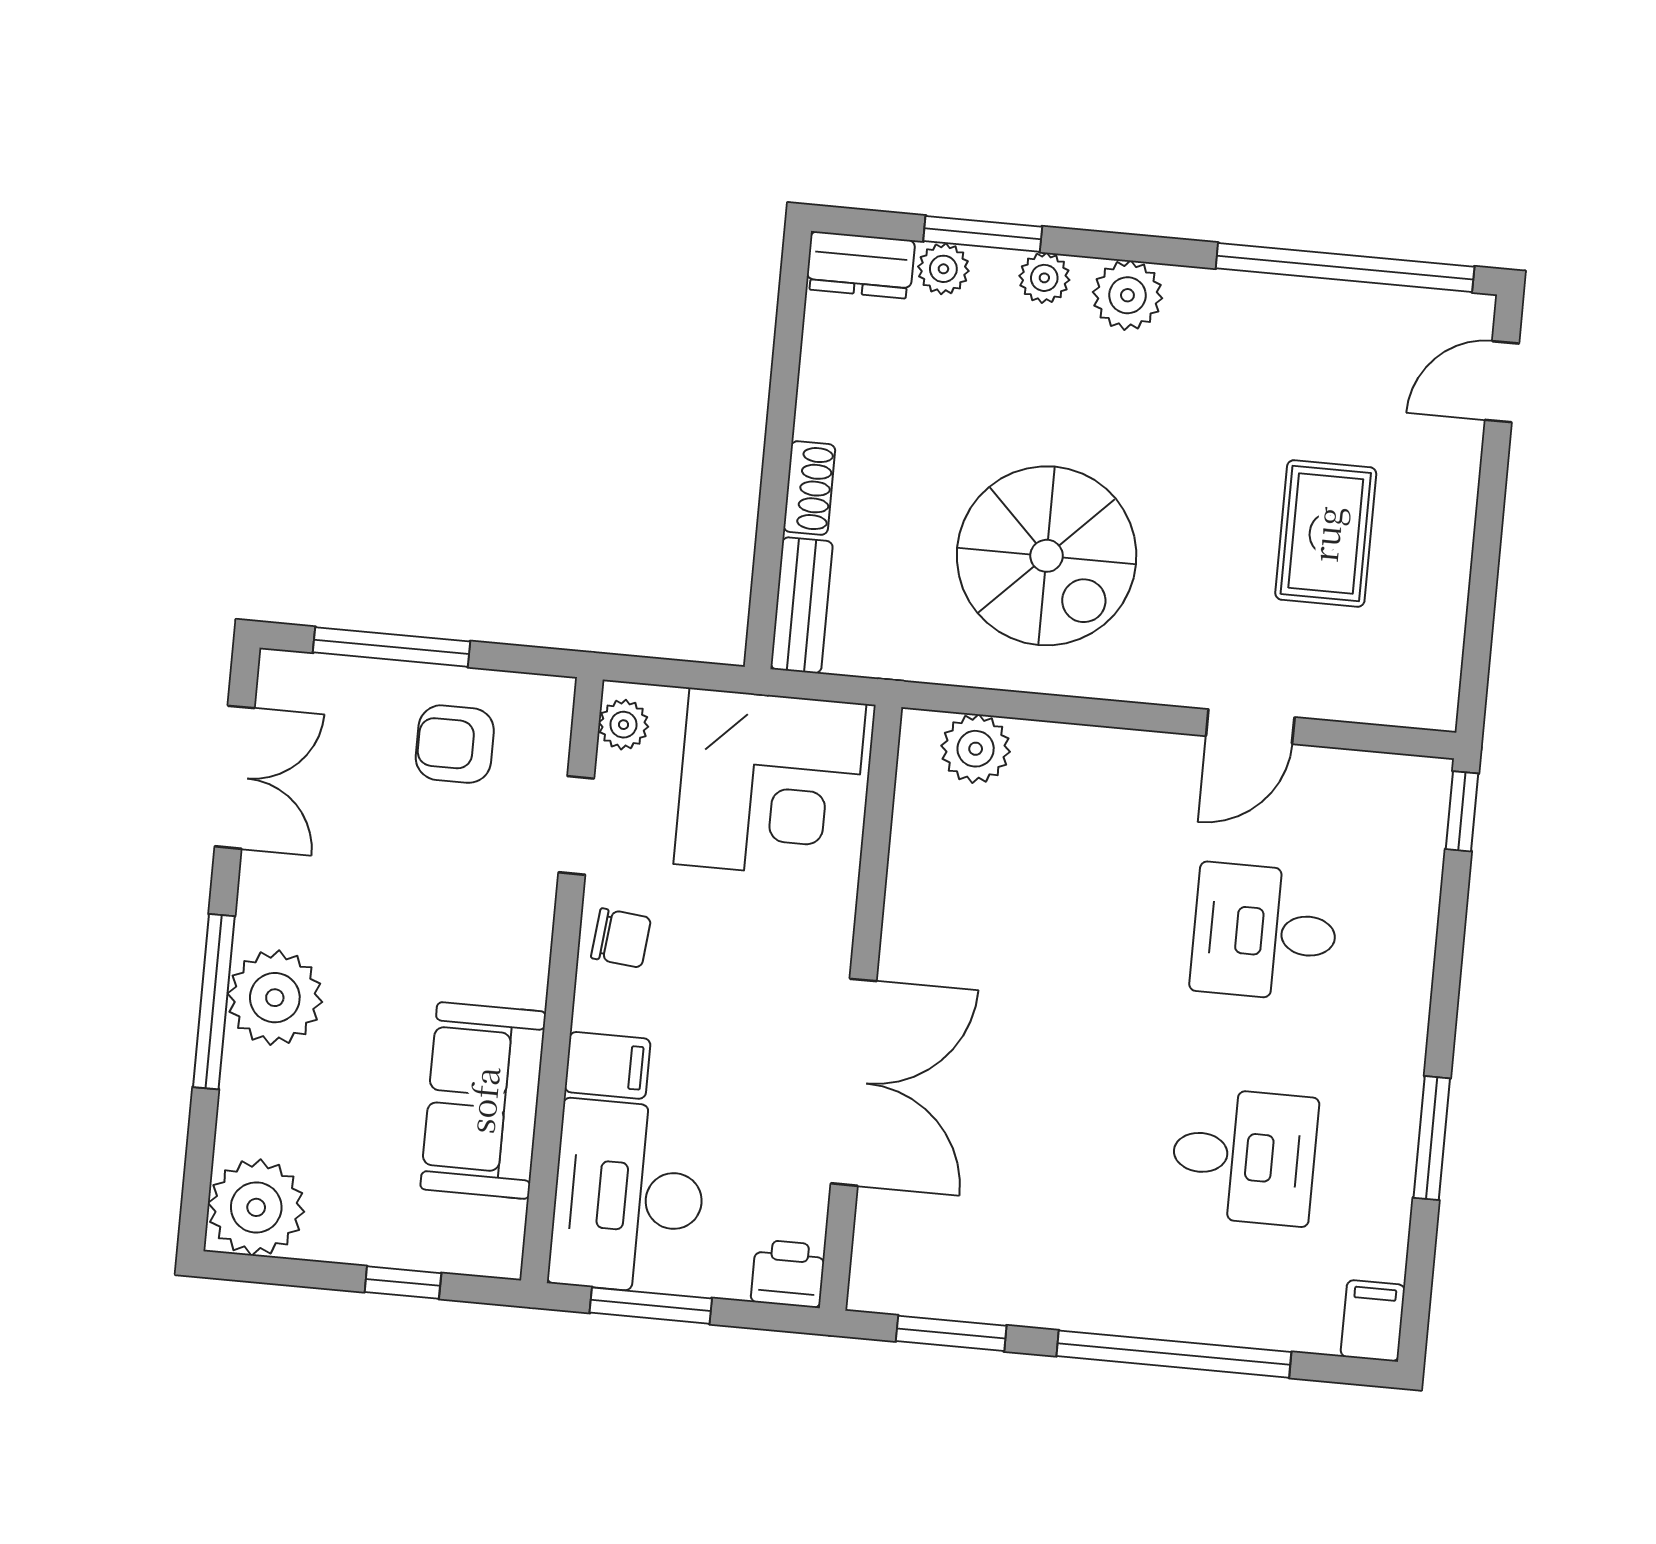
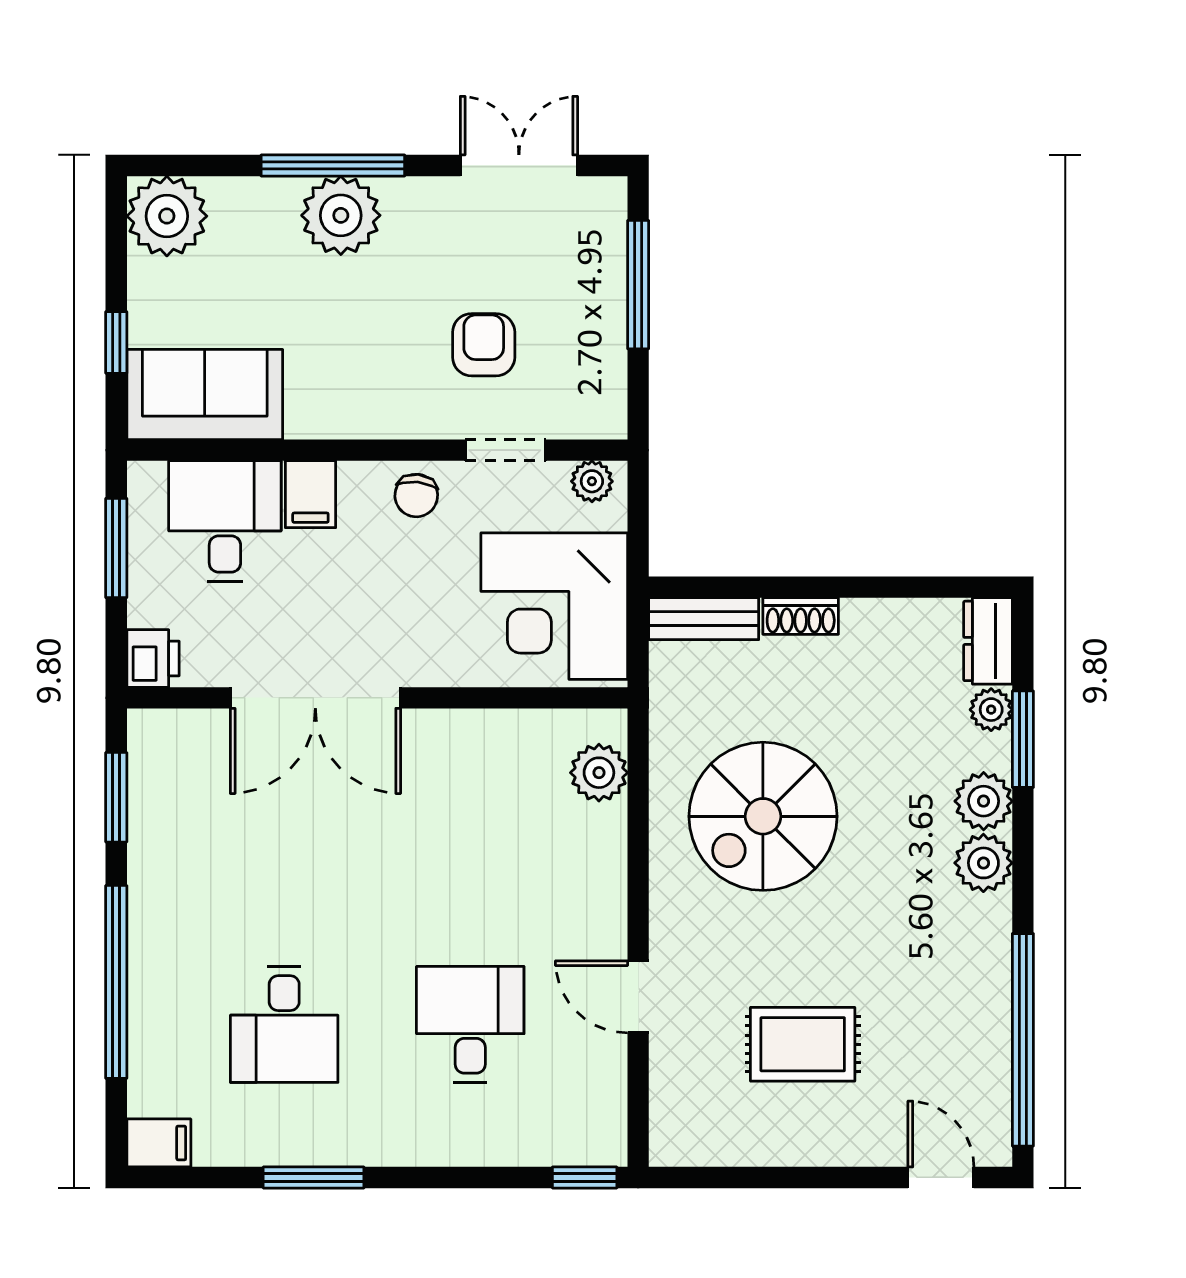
plant: (1044, 278) -> (984, 801), width x1.38, depth x1.38
armchair: (455, 744) -> (484, 345), moved
double door: (235, 777) -> (519, 165), swing flipped
sofa: (483, 1100) -> (205, 394), moved
desk: (628, 1197) -> (225, 521), width x0.73

